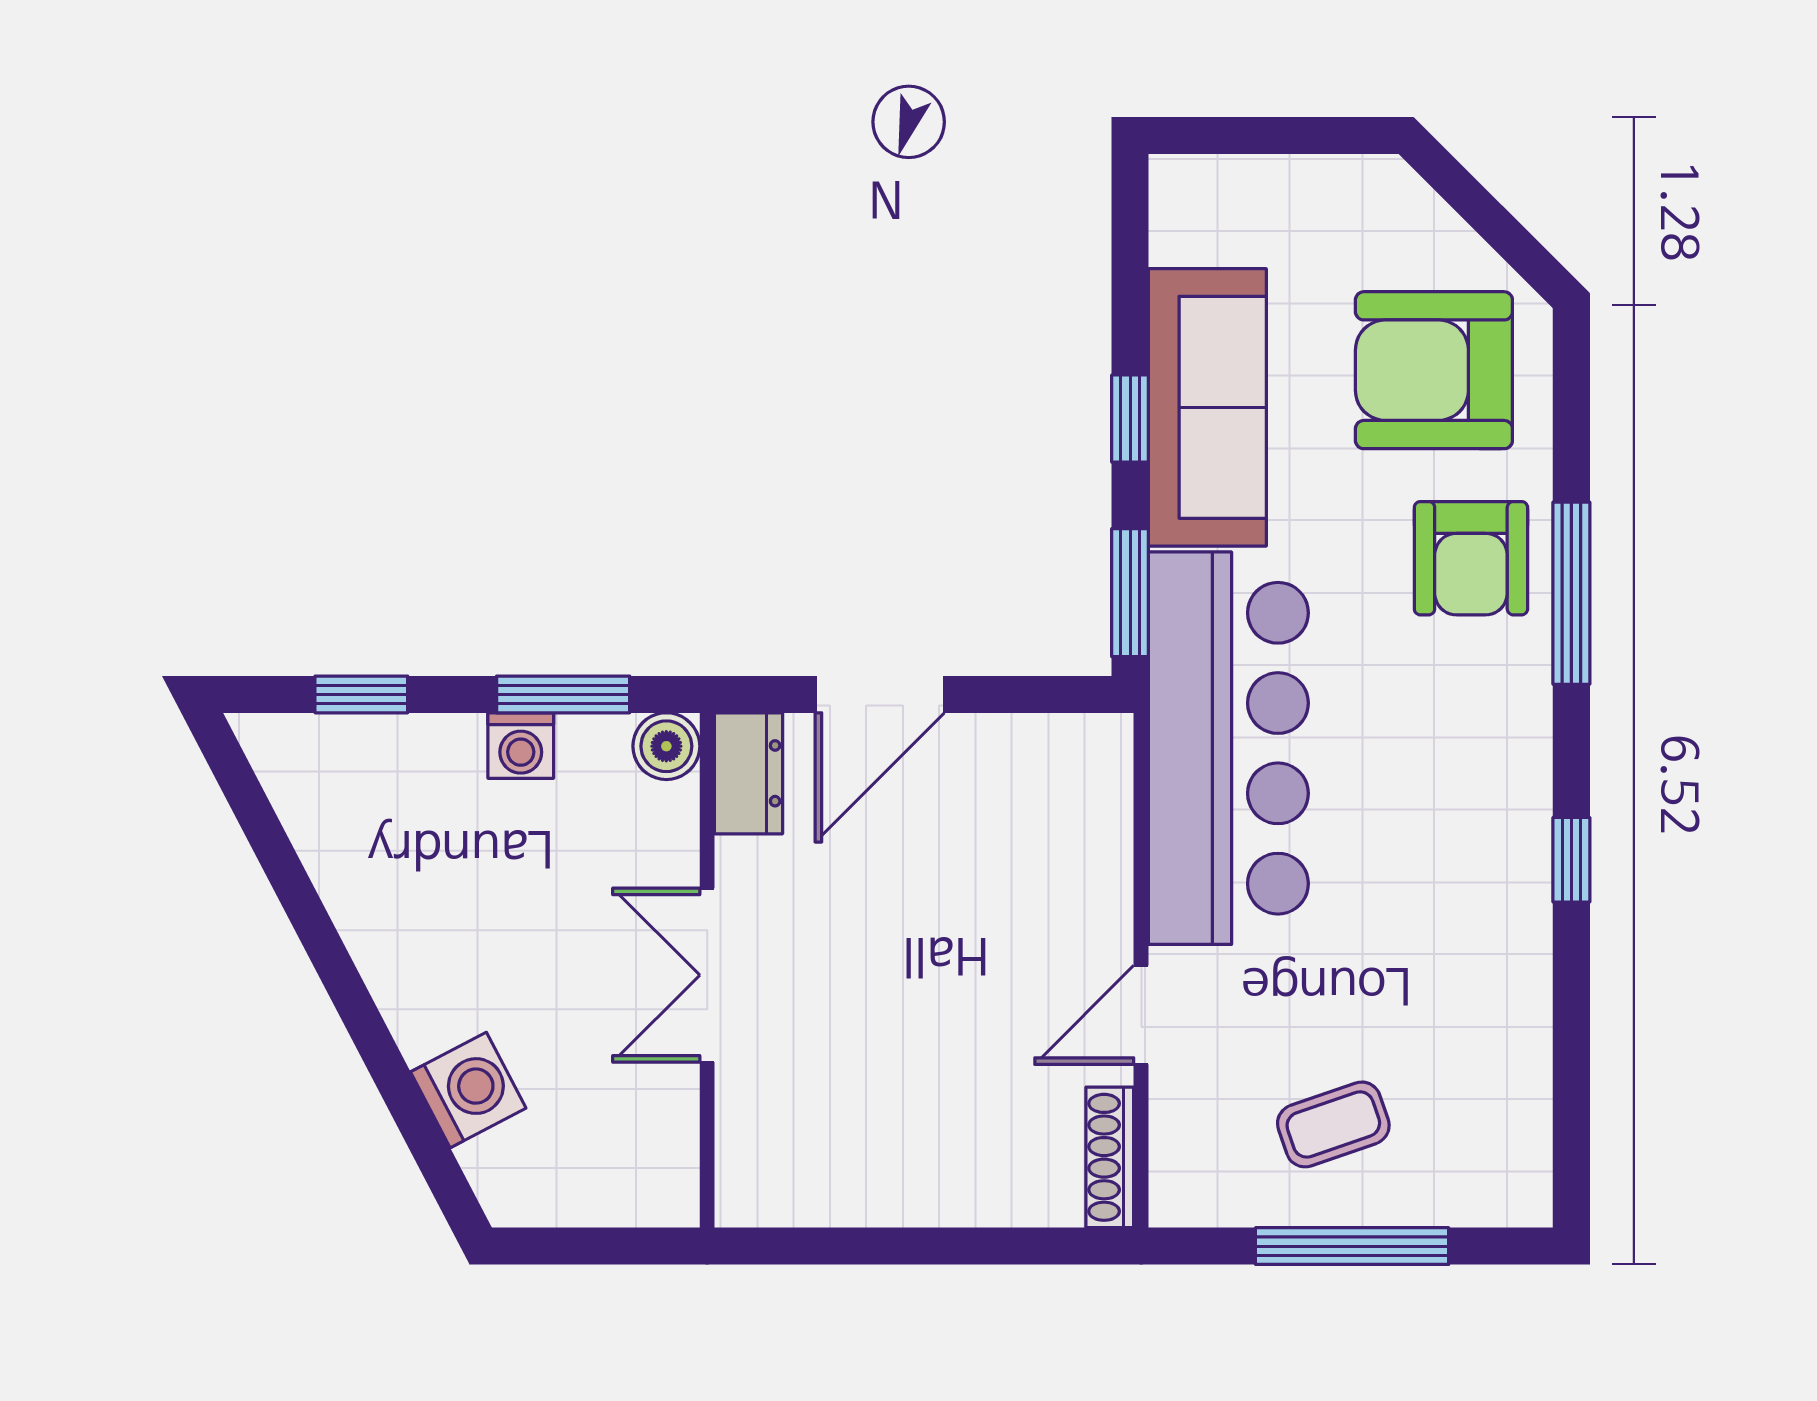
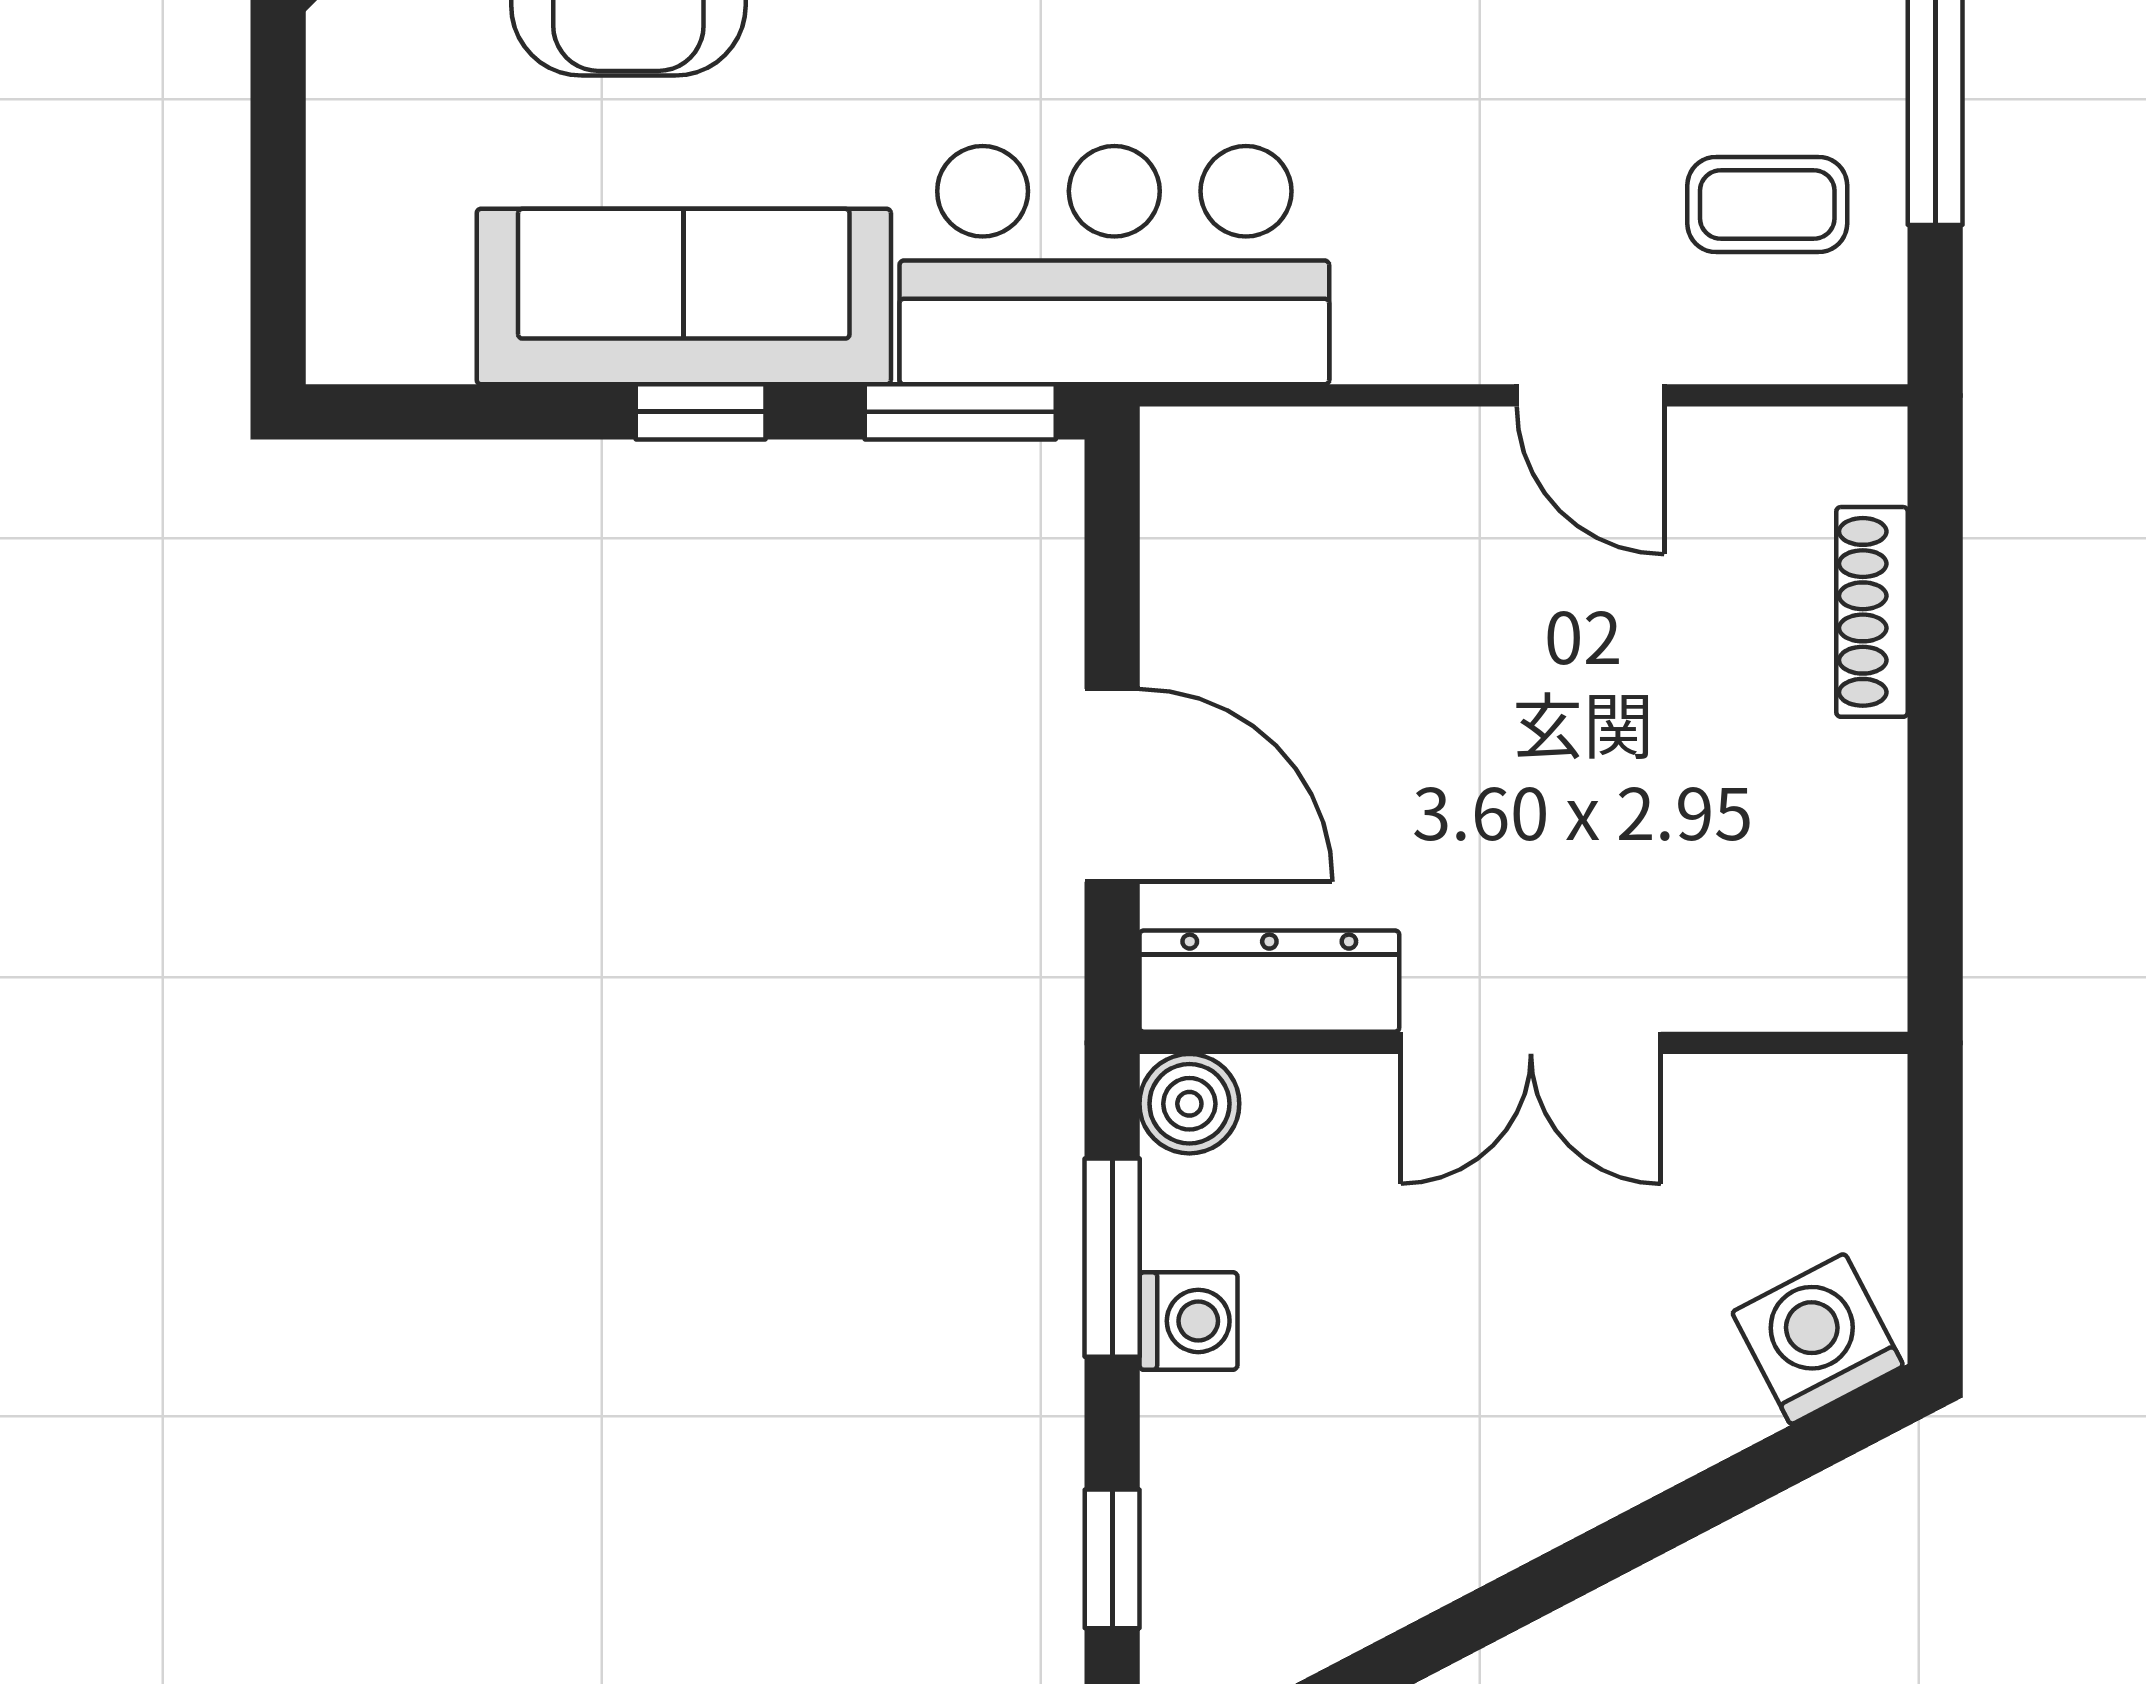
bar counter: (1228, 748) -> (1114, 265), width x0.73
dresser: (749, 773) -> (1269, 981), width x1.44
washing machine: (468, 1090) -> (1818, 1339), moved
coffee table: (1333, 1124) -> (1767, 205), moved, turned -71
shoe rack: (1110, 1157) -> (1872, 612), moved, turned 90

